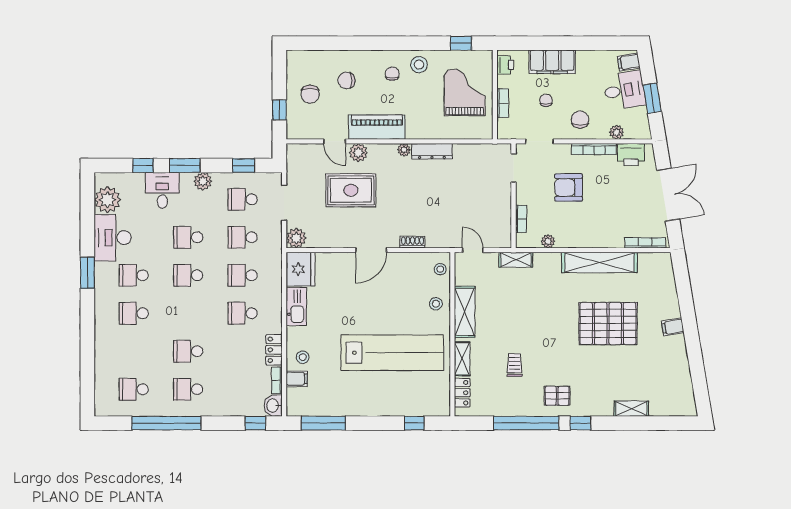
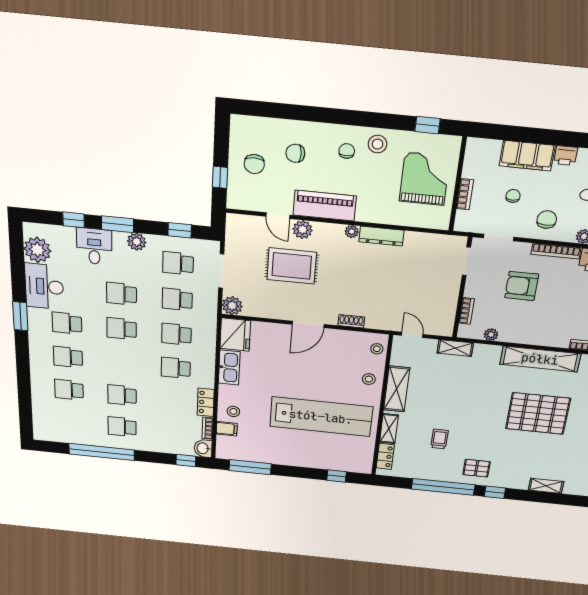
printer: (505, 65) -> (566, 156), moved, turned 90
school desk: (134, 389) -> (69, 390), moved

